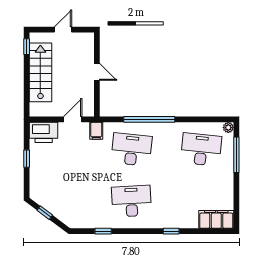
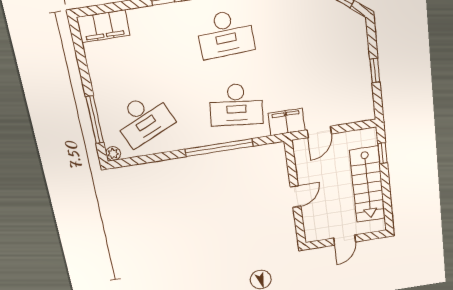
window: (27, 47) -> (383, 153), moved
door: (97, 72) -> (296, 196), swing flipped
filing cabinet: (96, 131) -> (286, 122), width x2.00
printer: (44, 132) -> (356, 109), removed
desk: (201, 149) -> (143, 119), turned -30

